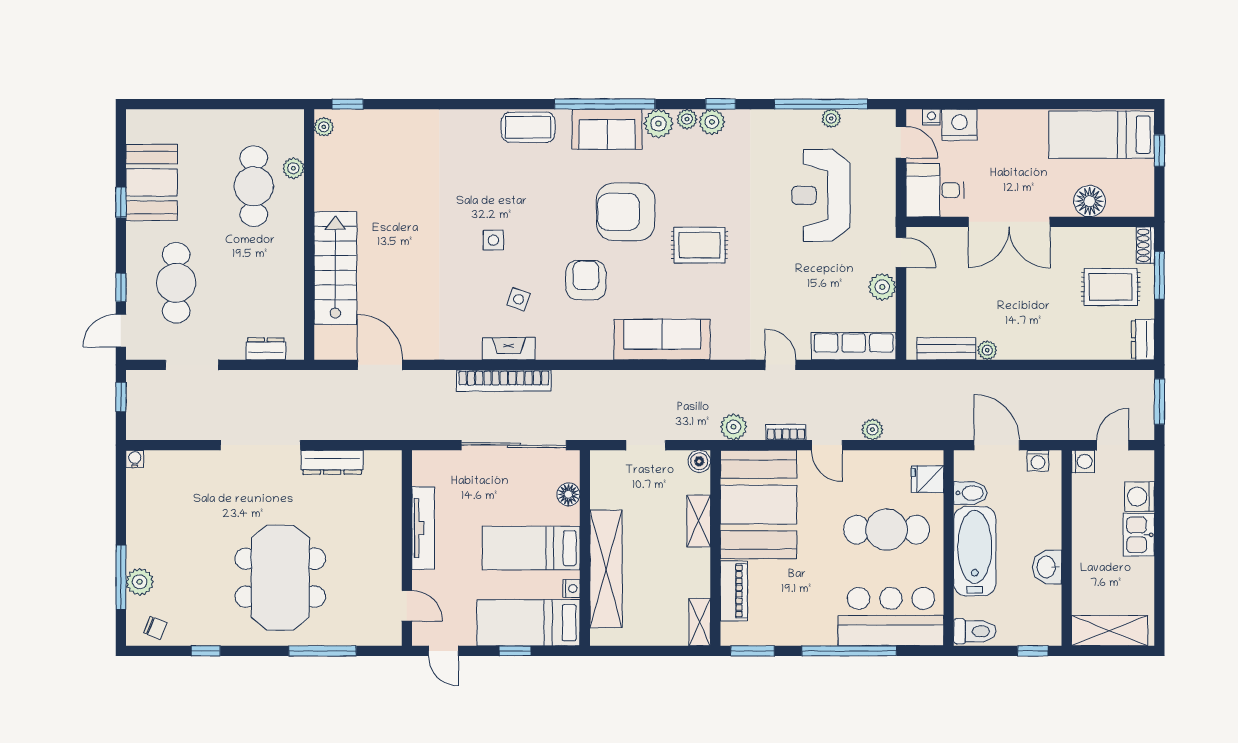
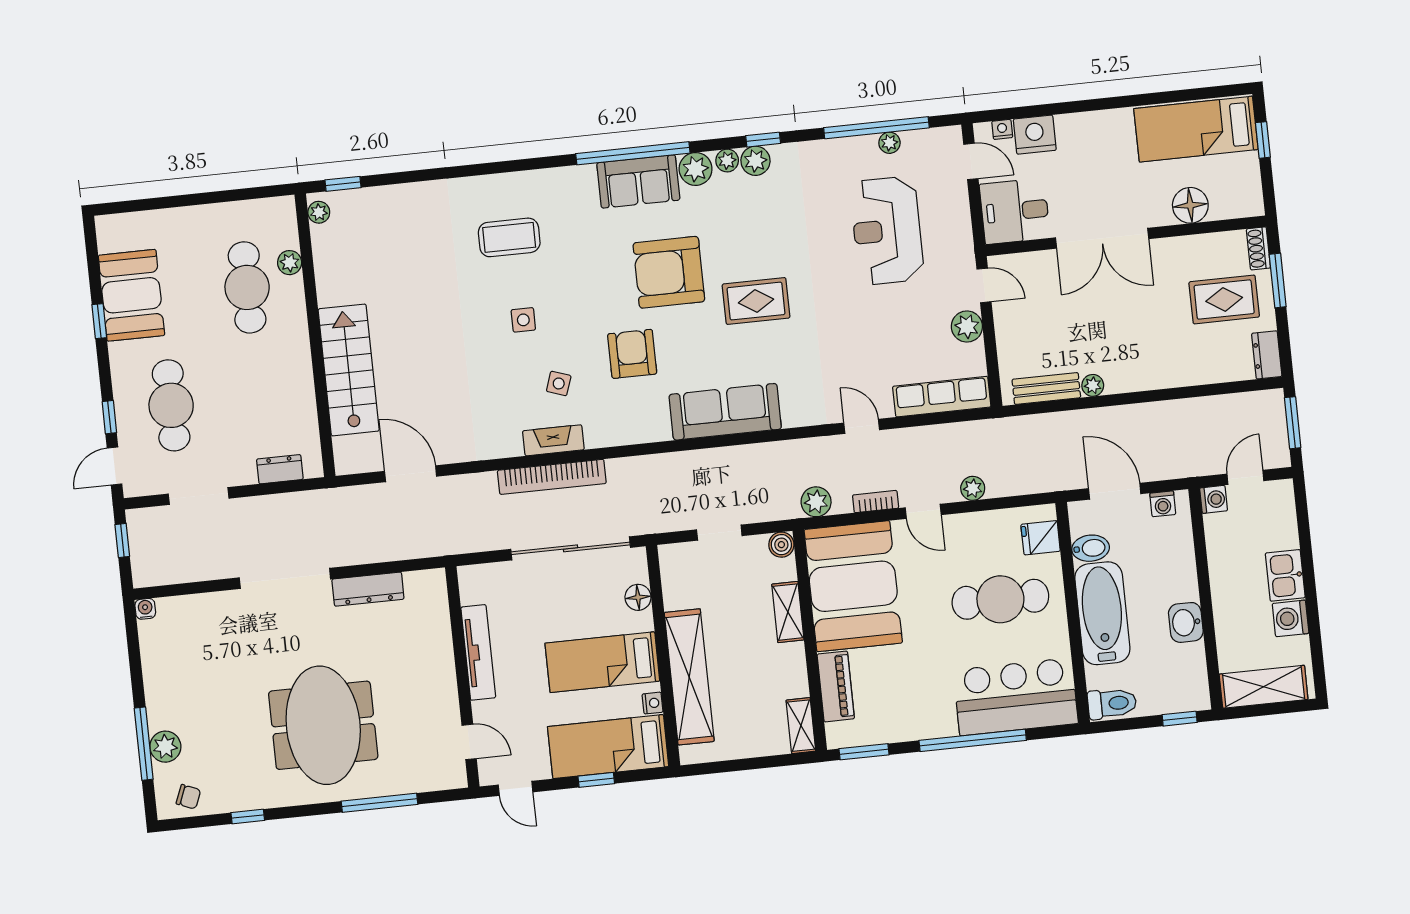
coffee table: (528, 127) -> (509, 237), moved
washing machine: (1140, 497) -> (1291, 618), moved

